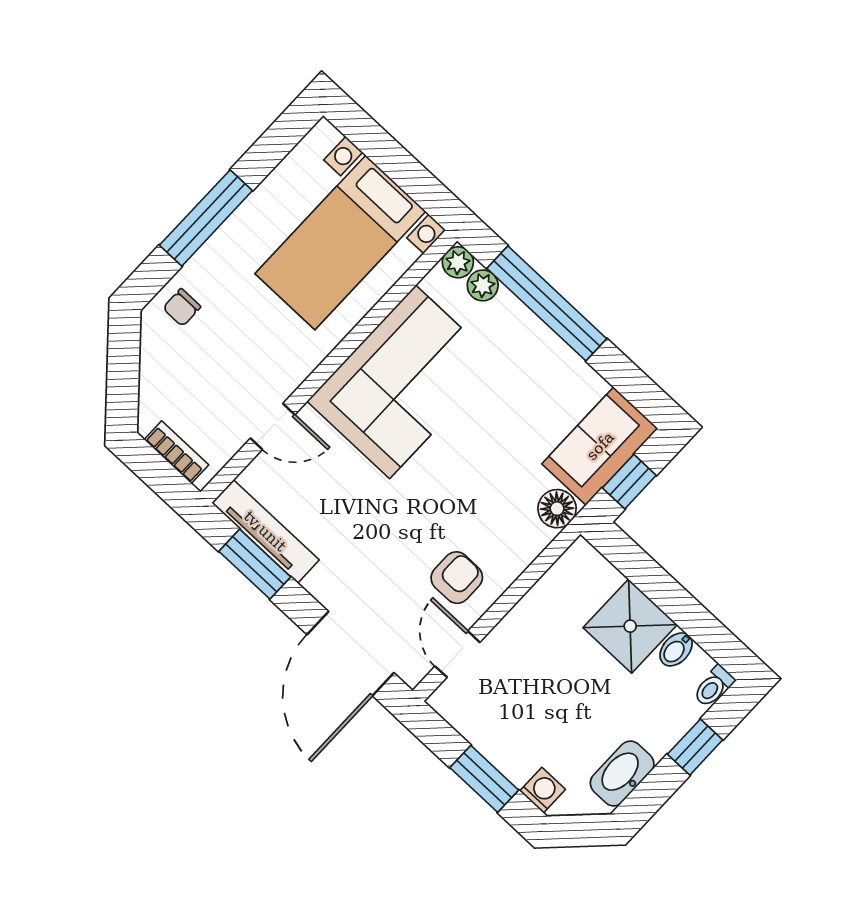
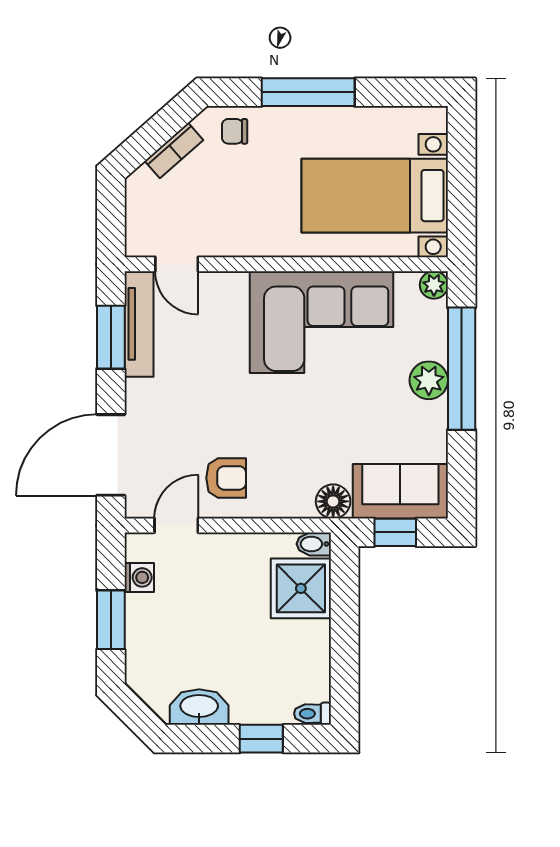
plant: (483, 285) -> (429, 380), moved, width x1.38, depth x1.38
door: (273, 426) -> (177, 264), moved
bookcase: (176, 452) -> (174, 151), moved, turned 49
shower: (630, 626) -> (301, 588), moved
bidet: (676, 649) -> (314, 544), moved
washing machine: (543, 790) -> (139, 577), moved

